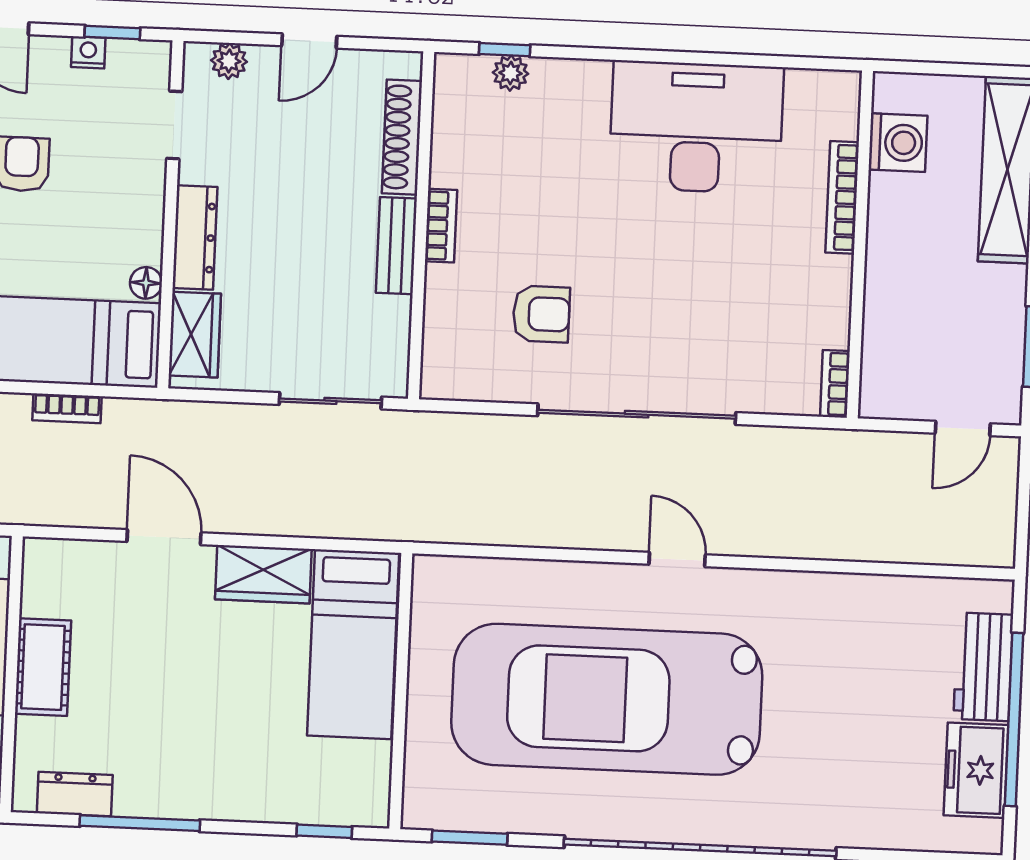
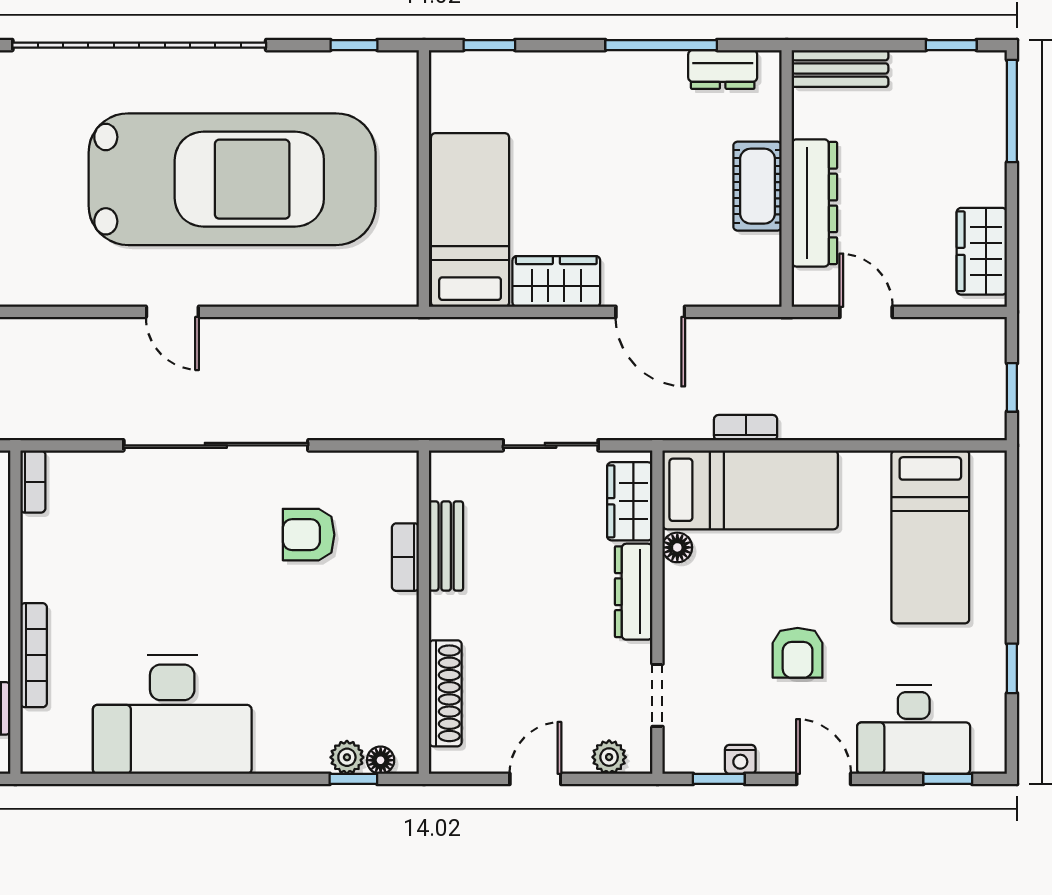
floor lamp: (475, 68) -> (381, 760), added
bookcase: (441, 226) -> (405, 557), moved
bench: (396, 246) -> (446, 546), moved
sliding door: (330, 401) -> (551, 445), moved
window: (470, 838) -> (354, 45), width x0.67

